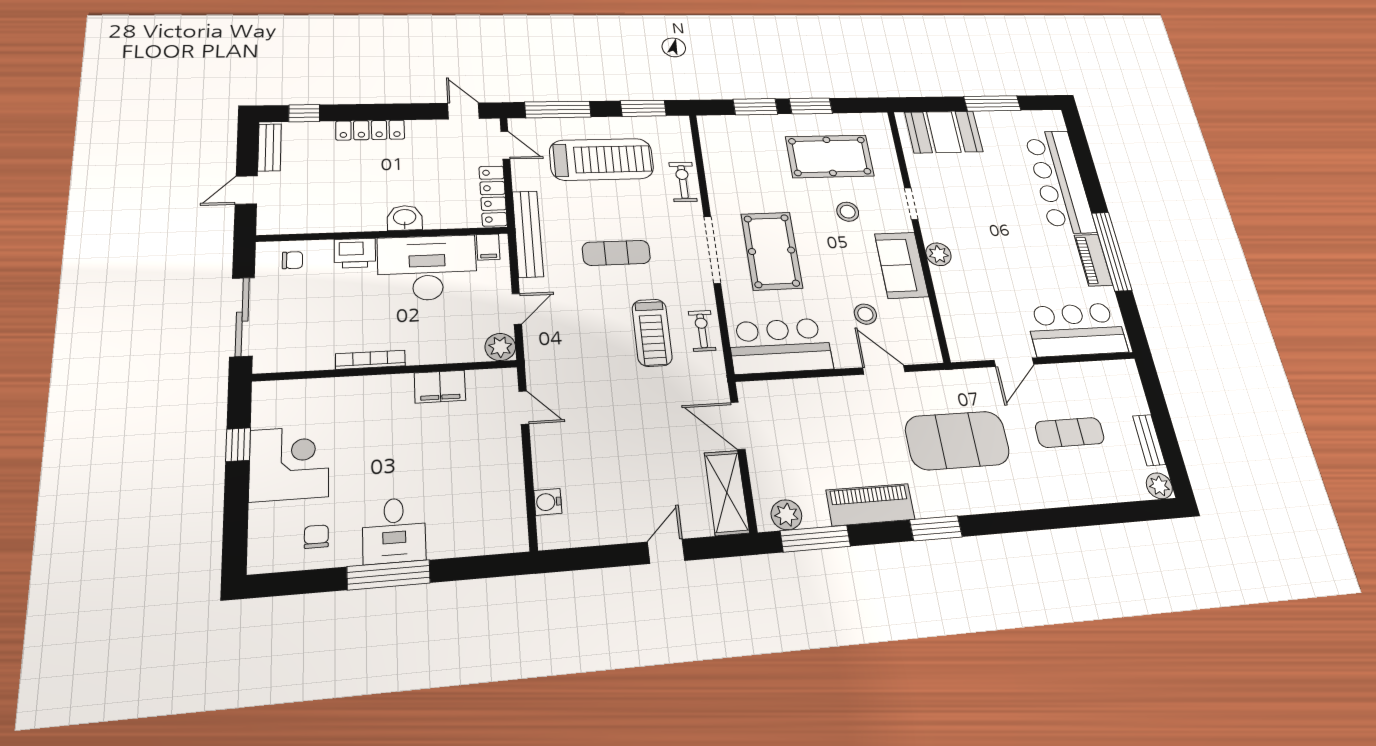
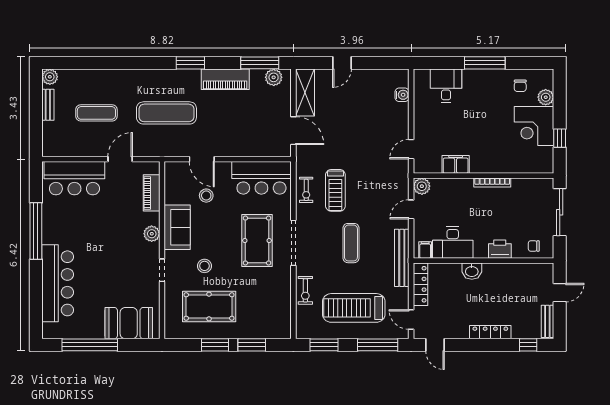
window: (992, 103) -> (90, 345), width x1.46
exercise mat: (616, 253) -> (351, 243), turned 90
piano: (1093, 260) -> (152, 193), moved, turned 180
desk: (427, 268) -> (453, 243), width x0.73, depth x0.77
treadmill: (652, 333) -> (335, 190), turned 180
door: (524, 408) -> (411, 149), hinge flipped
exercise mat: (957, 440) -> (166, 113), width x0.68
plant: (264, 519) -> (546, 97), added
desk: (394, 530) -> (446, 86), moved

